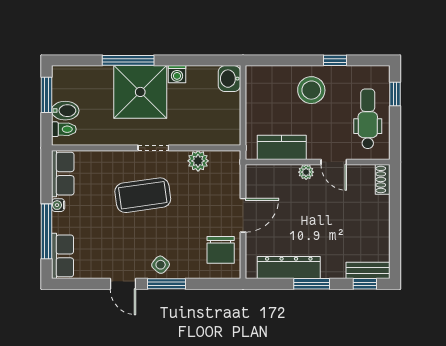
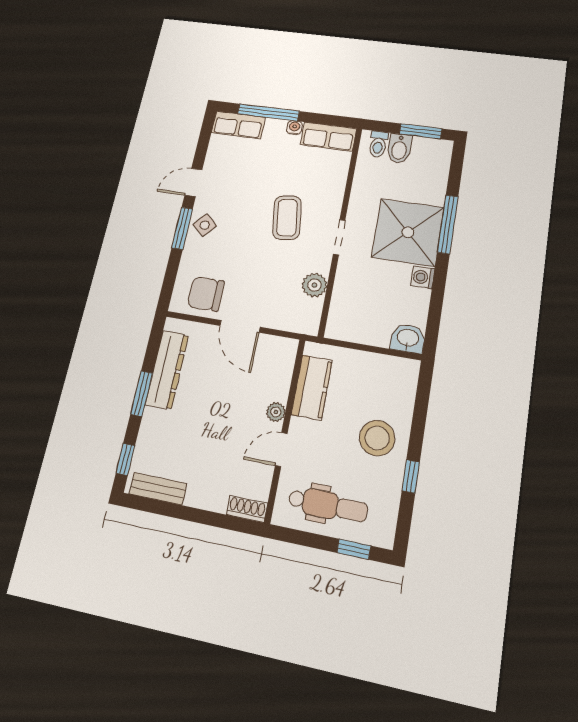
coffee table: (143, 195) -> (287, 218), width x0.73, depth x0.76
bench: (368, 270) -> (158, 489), moved, turned 90

